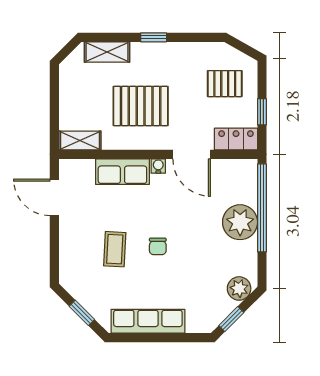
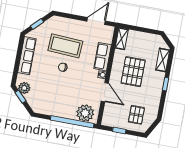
locker: (236, 139) -> (108, 115), removed
door: (192, 154) -> (105, 92), swing flipped
plant: (240, 222) -> (85, 113), moved
coffee table: (115, 249) -> (65, 46), width x1.86, depth x1.72
plant: (239, 288) -> (24, 88), moved

